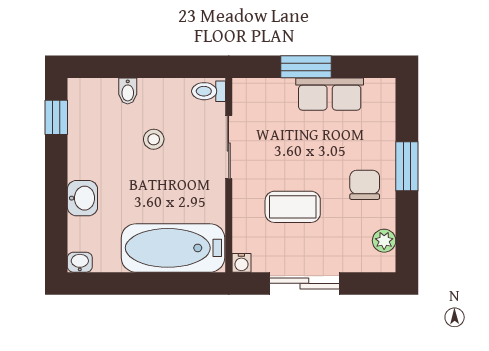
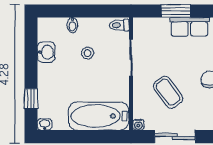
window: (56, 117) -> (31, 99), moved
washbasin: (82, 198) -> (46, 52), moved
coffee table: (293, 207) -> (168, 92), turned 54

